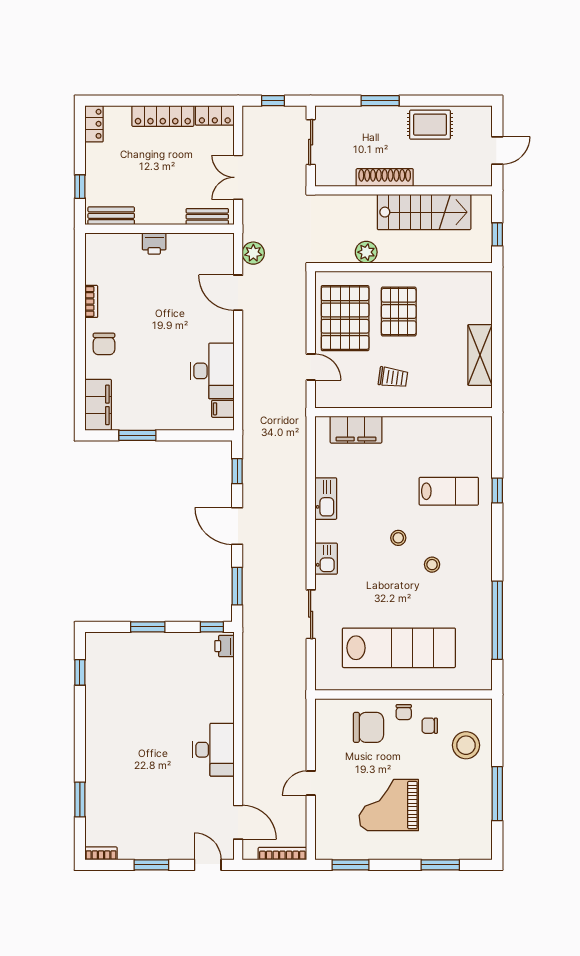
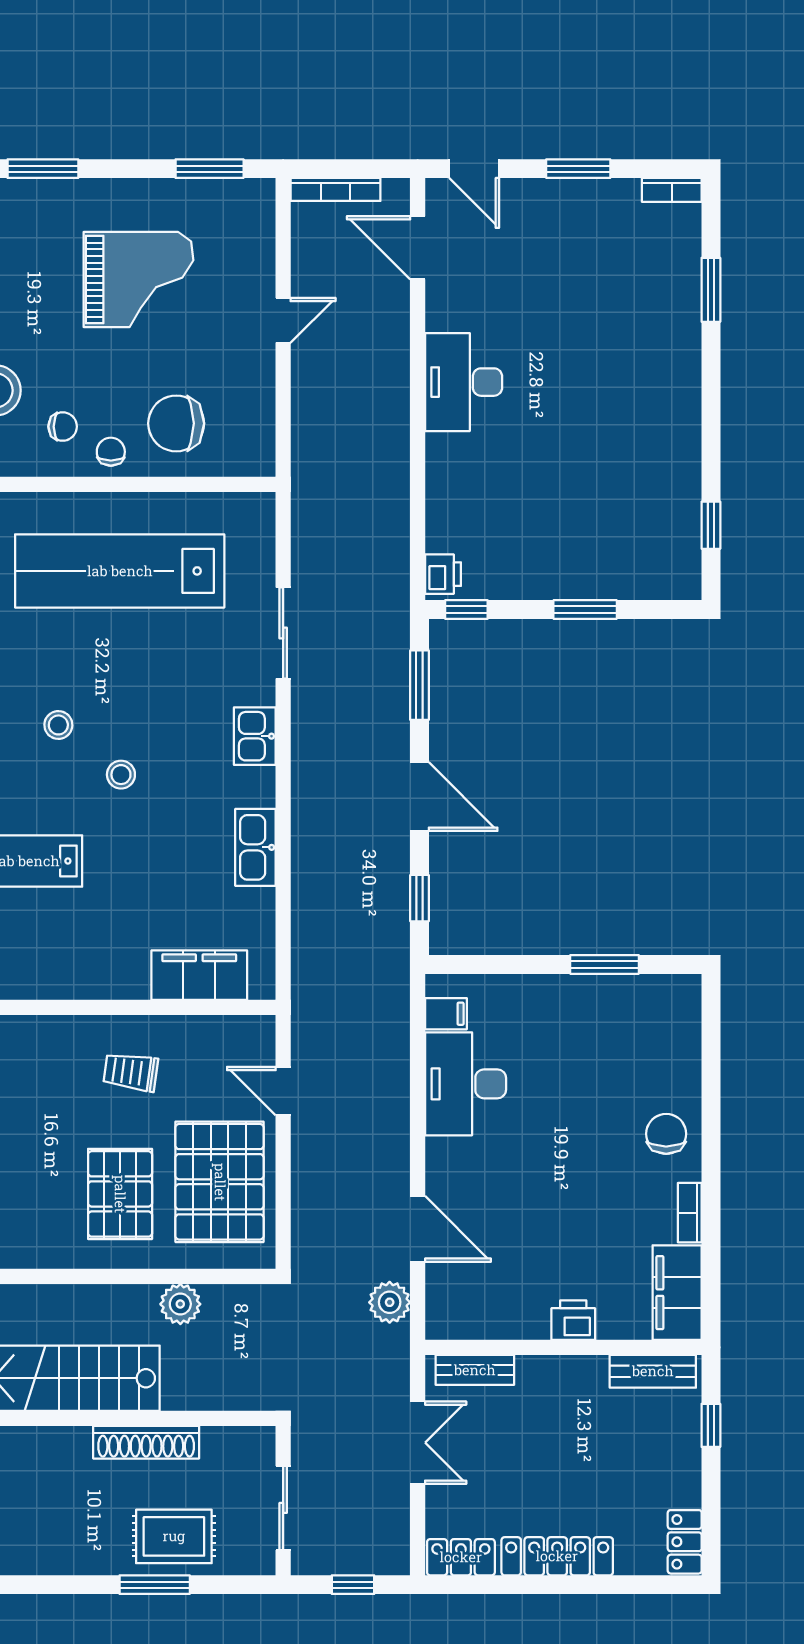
rug: (430, 125) -> (174, 1536), moved
filing cabinet: (98, 405) -> (677, 1293), moved

